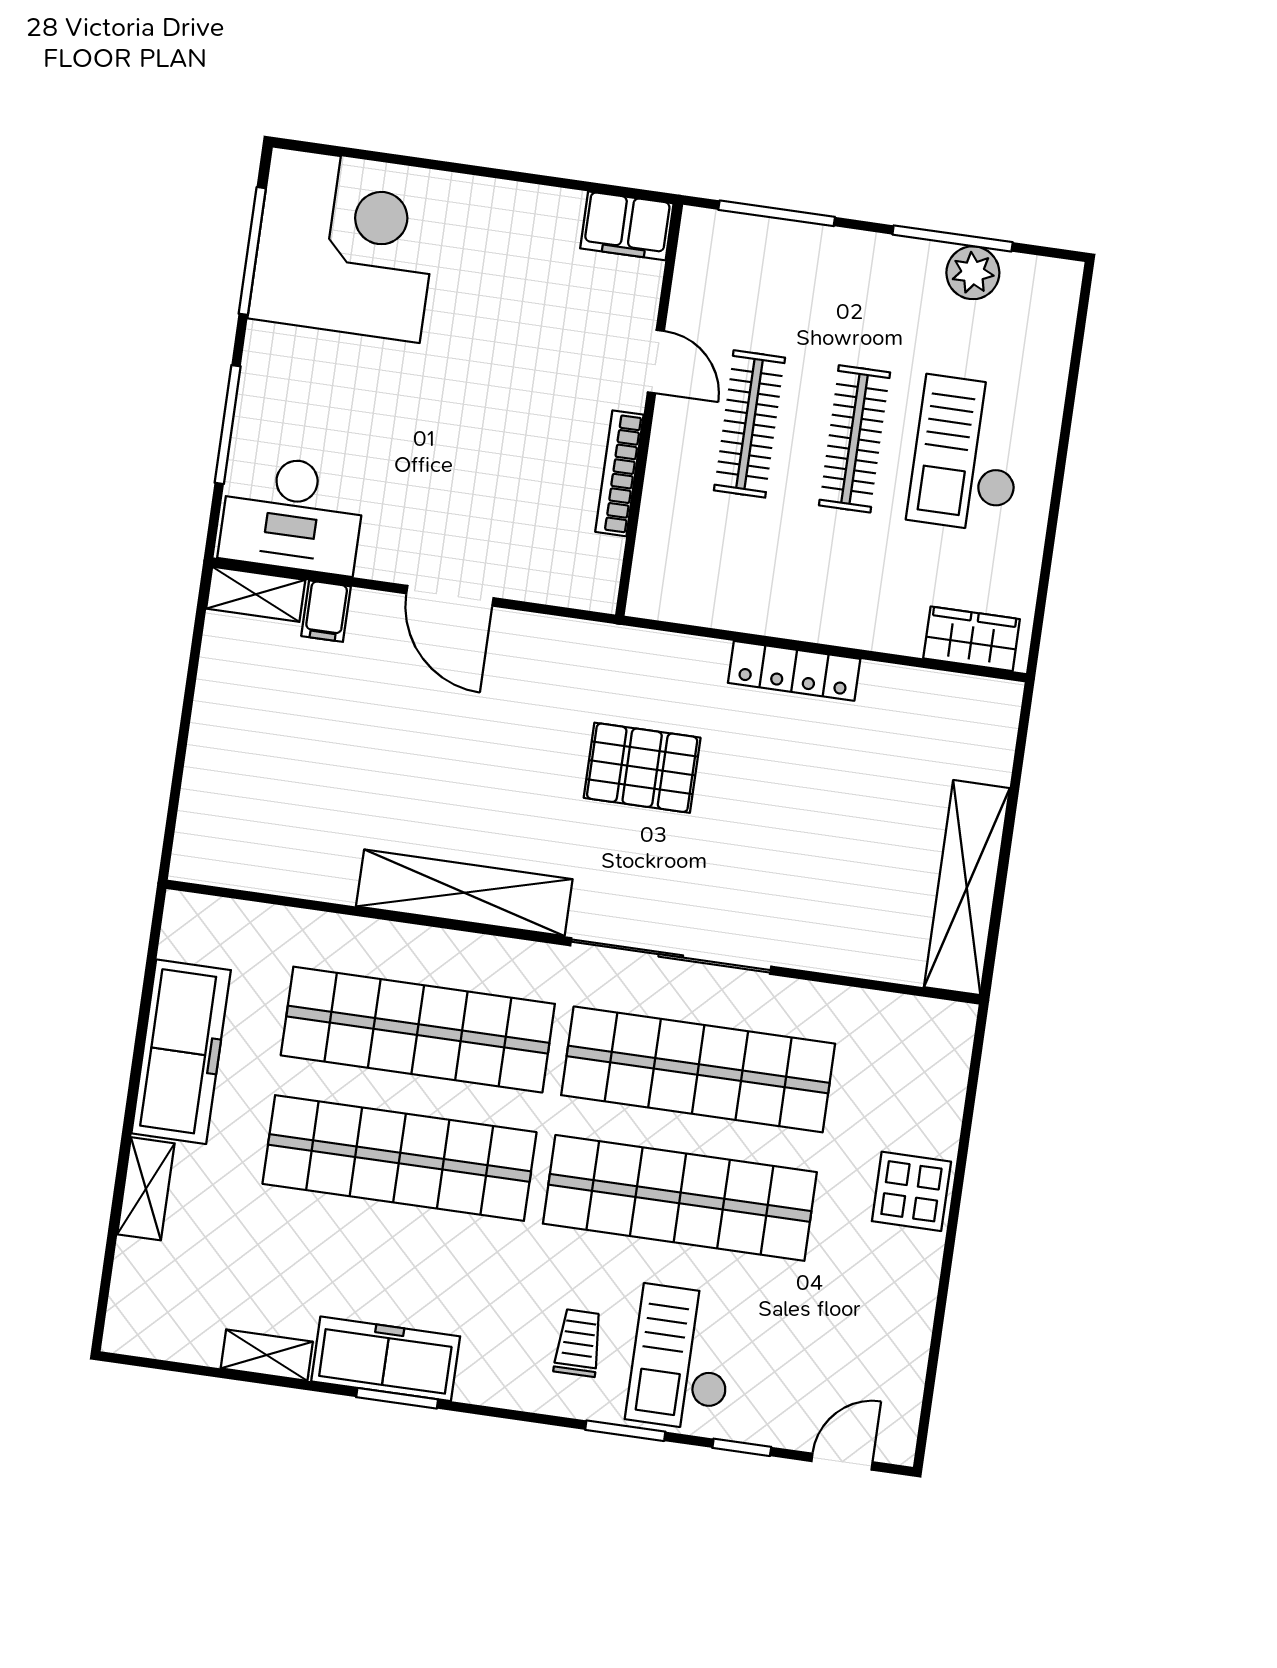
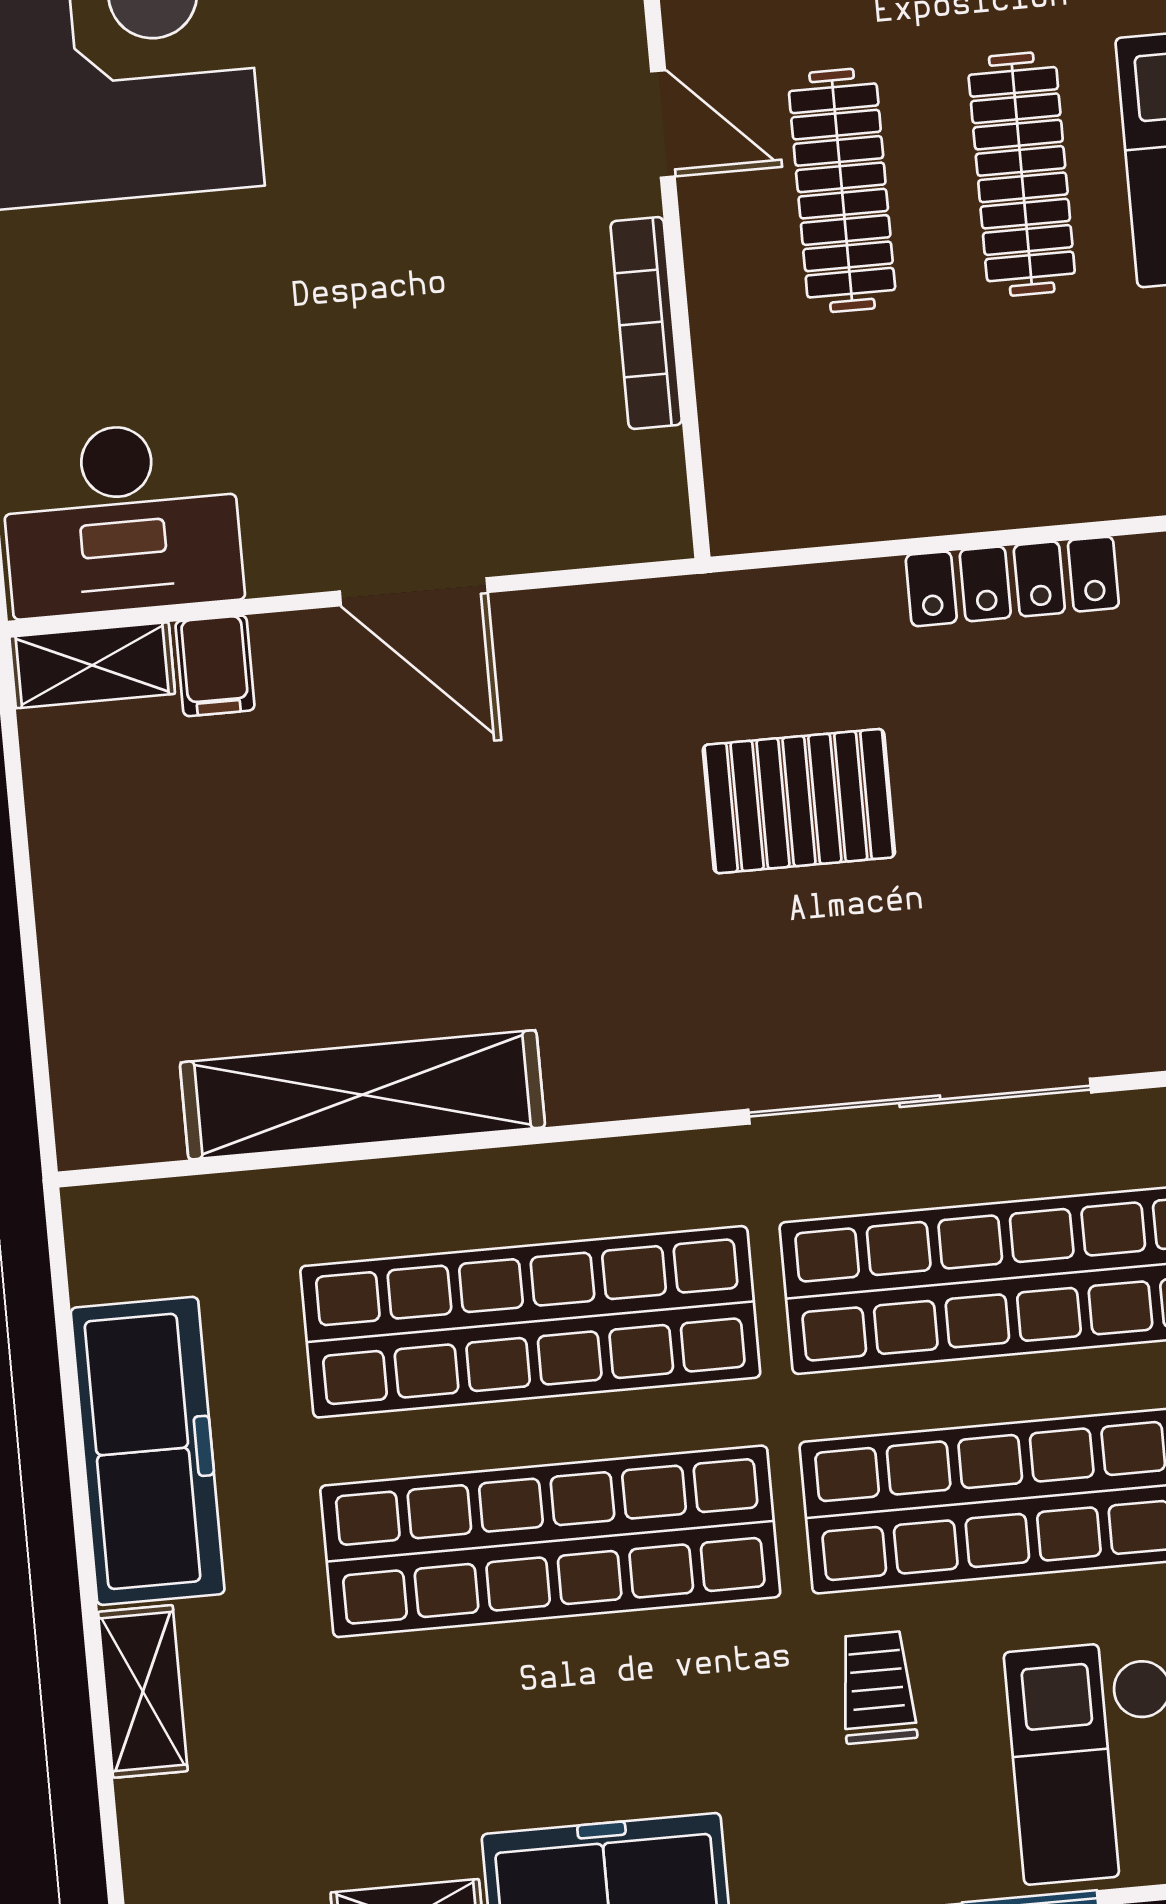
shelving: (464, 893) -> (362, 1095), moved
trolley: (578, 1343) -> (877, 1687), moved

